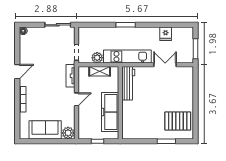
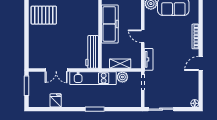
door: (76, 99) -> (143, 36), hinge flipped

